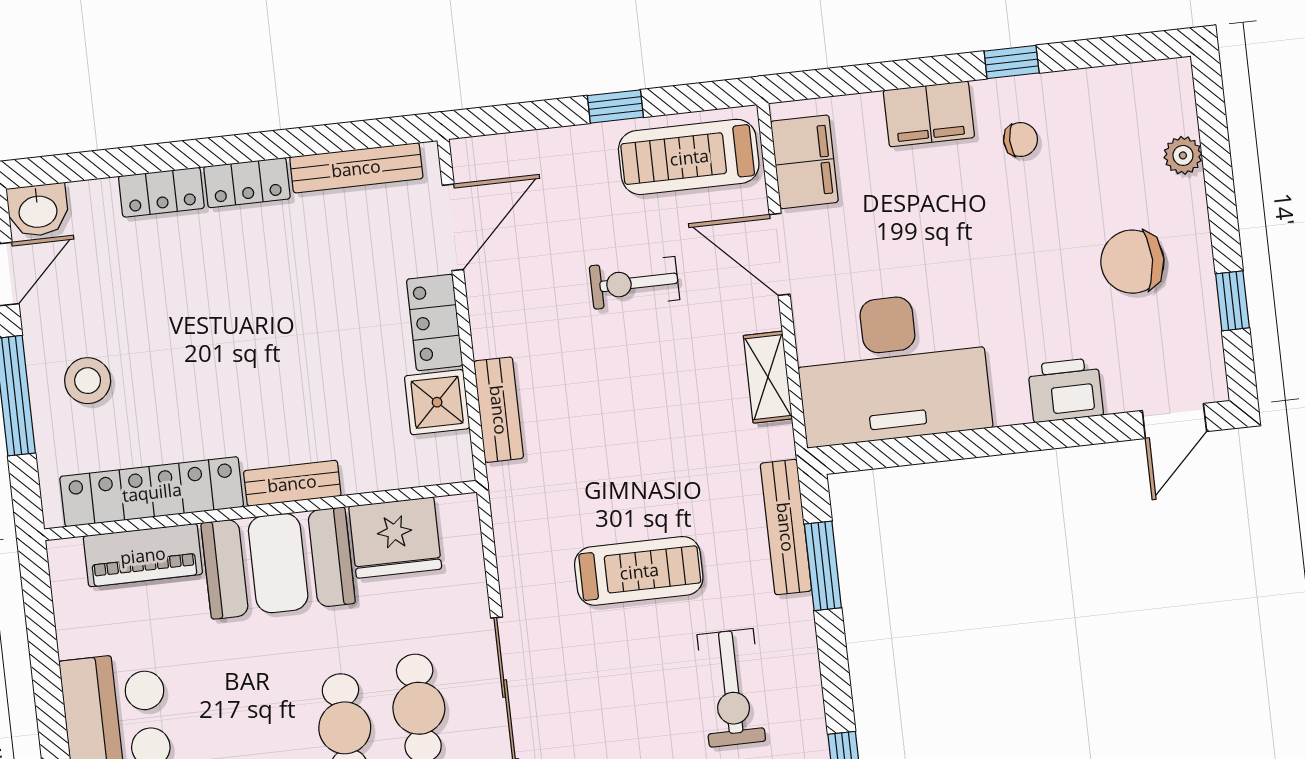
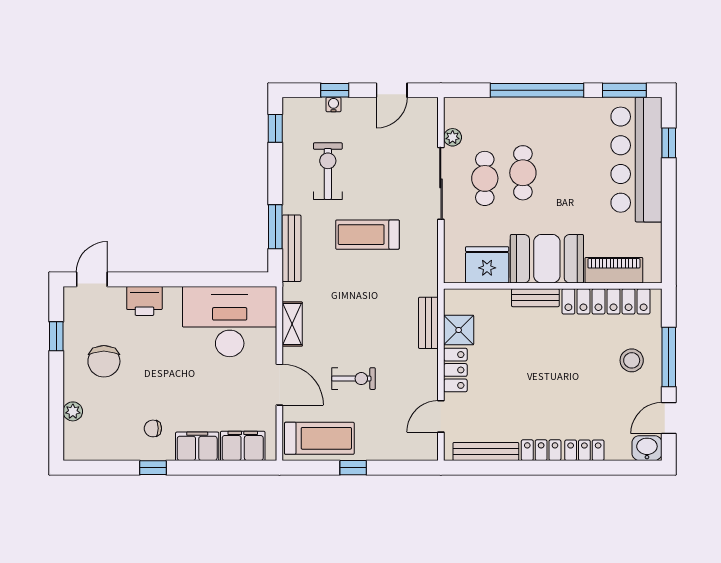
filing cabinet: (804, 162) -> (243, 446), moved, turned 90
door: (453, 227) -> (441, 416), width x0.73
chair: (1132, 262) -> (104, 361), turned 89

